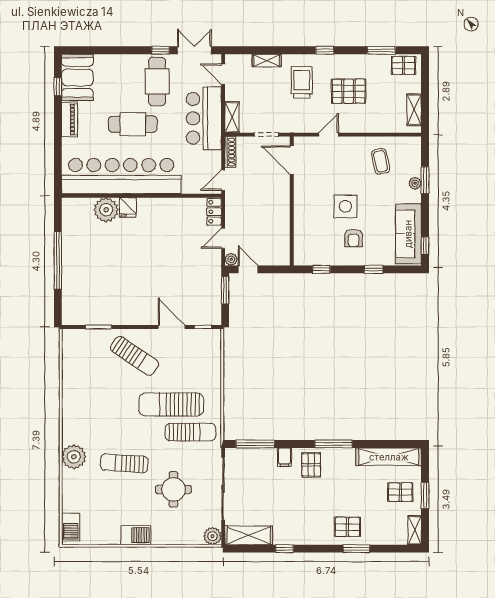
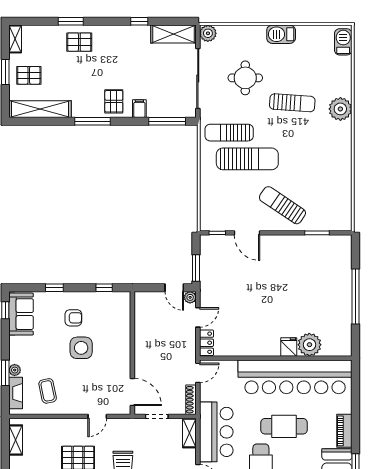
fireplace: (414, 159) -> (16, 393), added
sofa: (408, 234) -> (21, 314), width x0.73
armchair: (354, 238) -> (73, 318), turned 90

